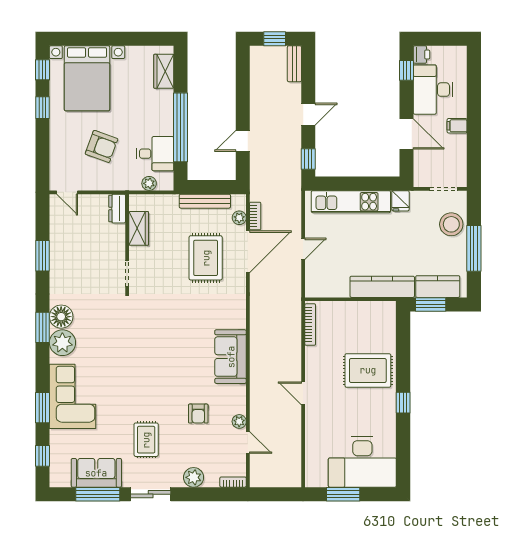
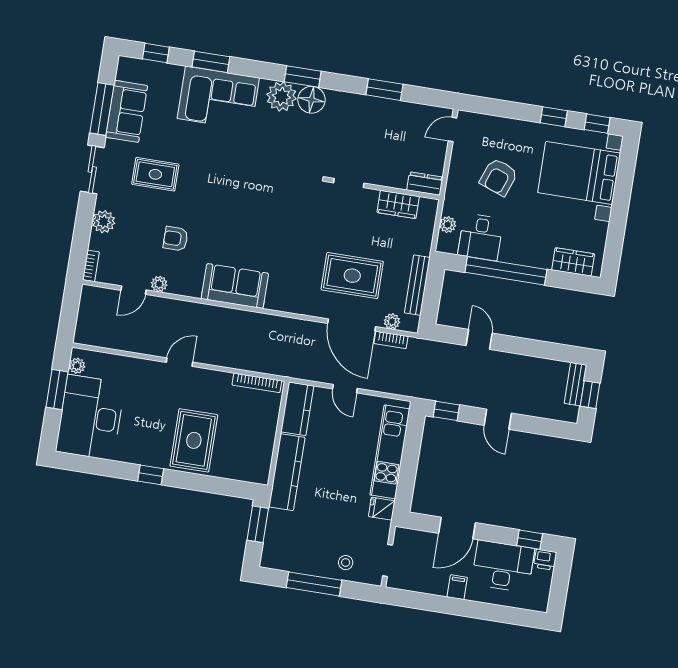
bench: (294, 64) -> (575, 384), moved, turned 90
stool: (451, 224) -> (346, 563), width x0.53, depth x0.53
kitchen counter: (438, 287) -> (297, 409), moved
plant: (320, 480) -> (77, 366), added

